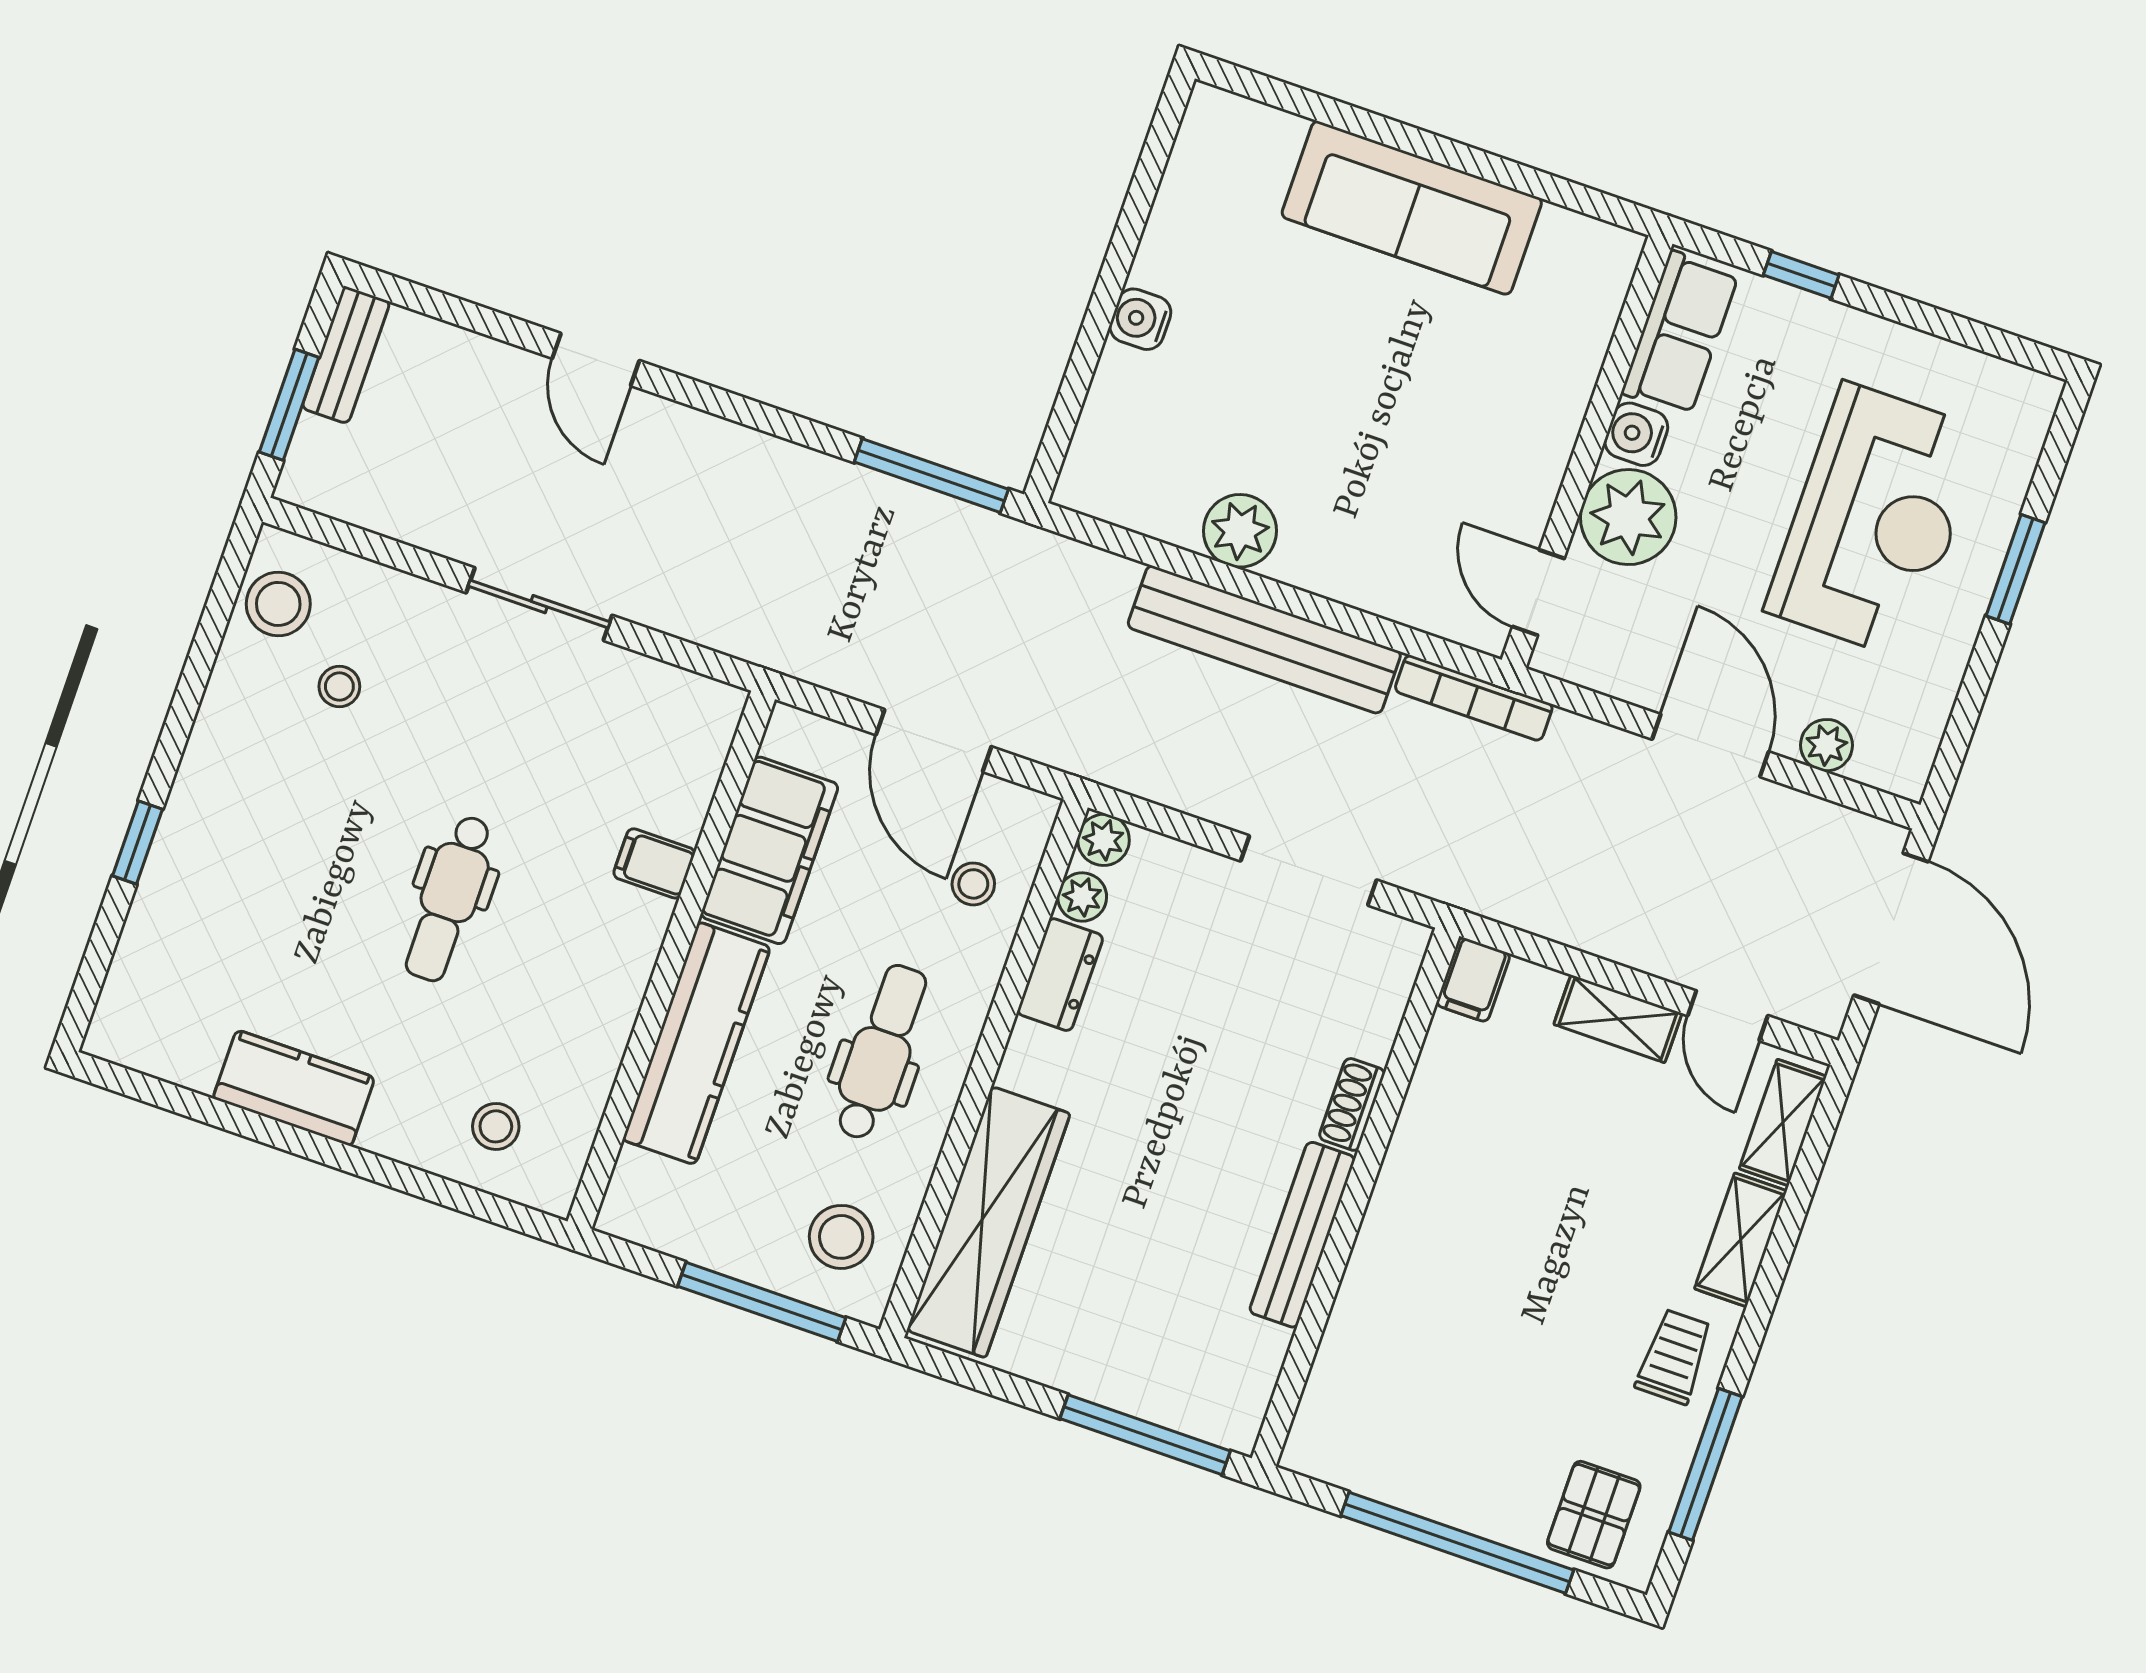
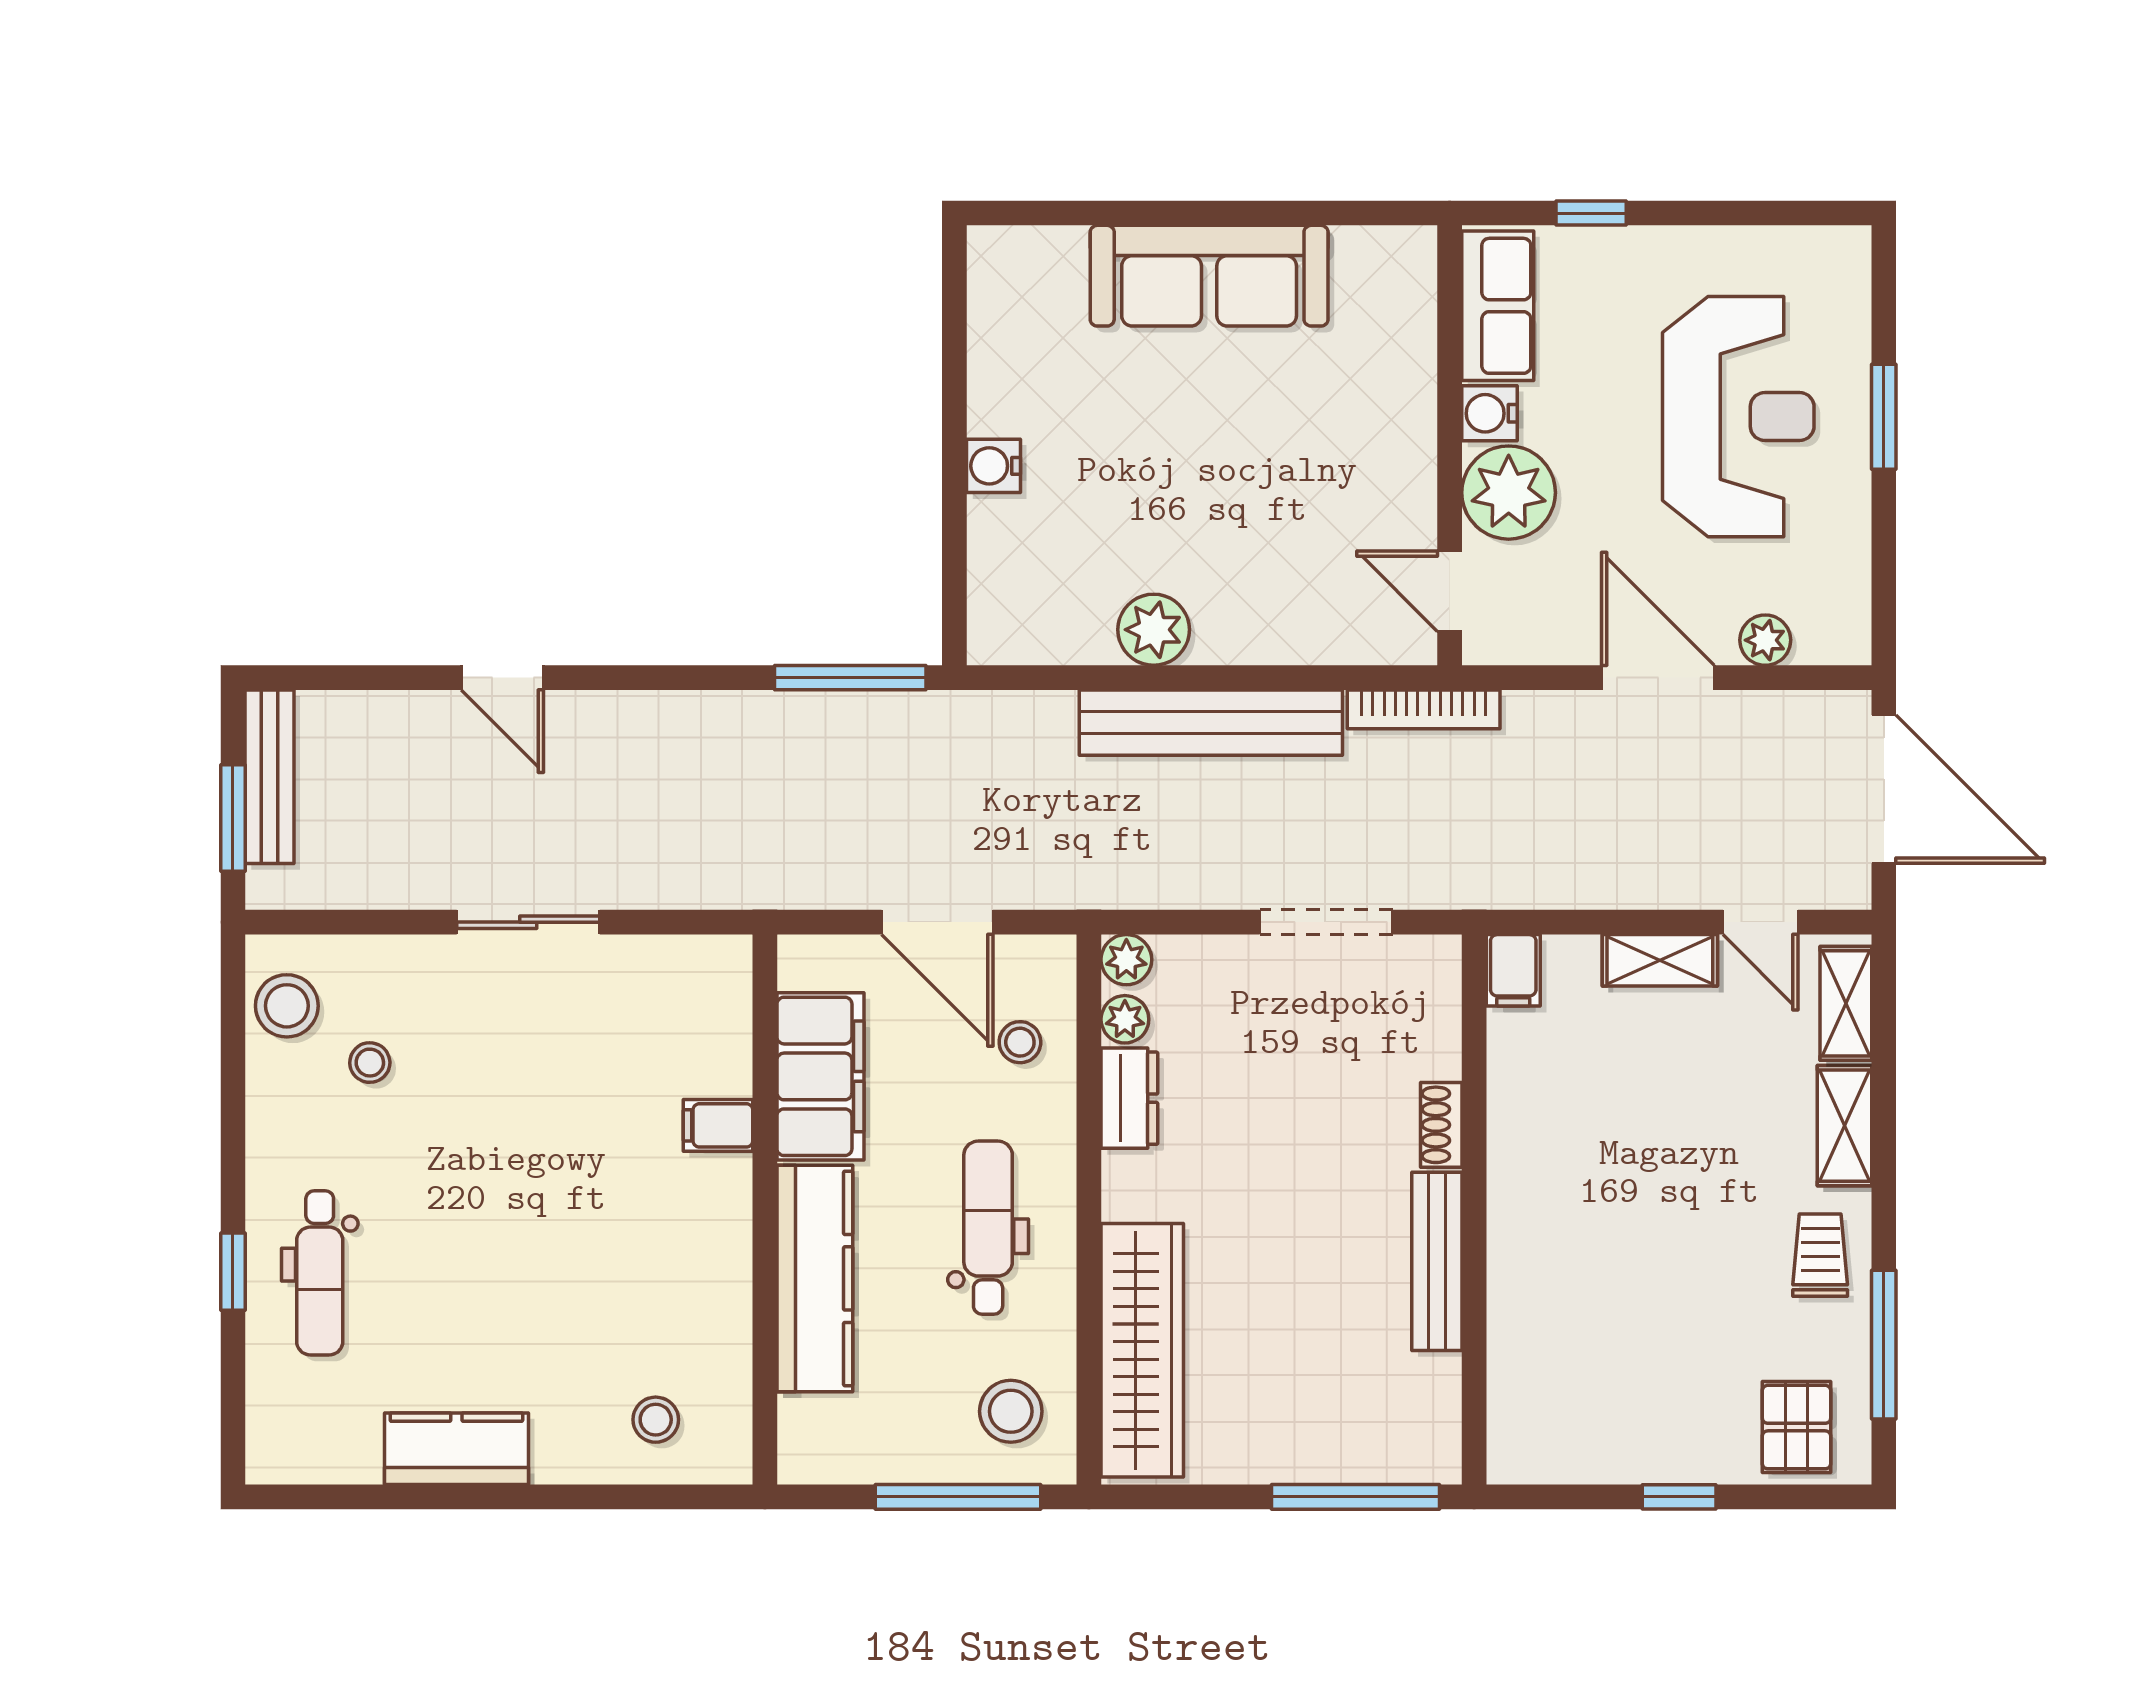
bench: (346, 355) -> (270, 777), width x1.36
dental chair: (449, 898) -> (320, 1273), moved
window: (1457, 1543) -> (1679, 1497), width x0.32

